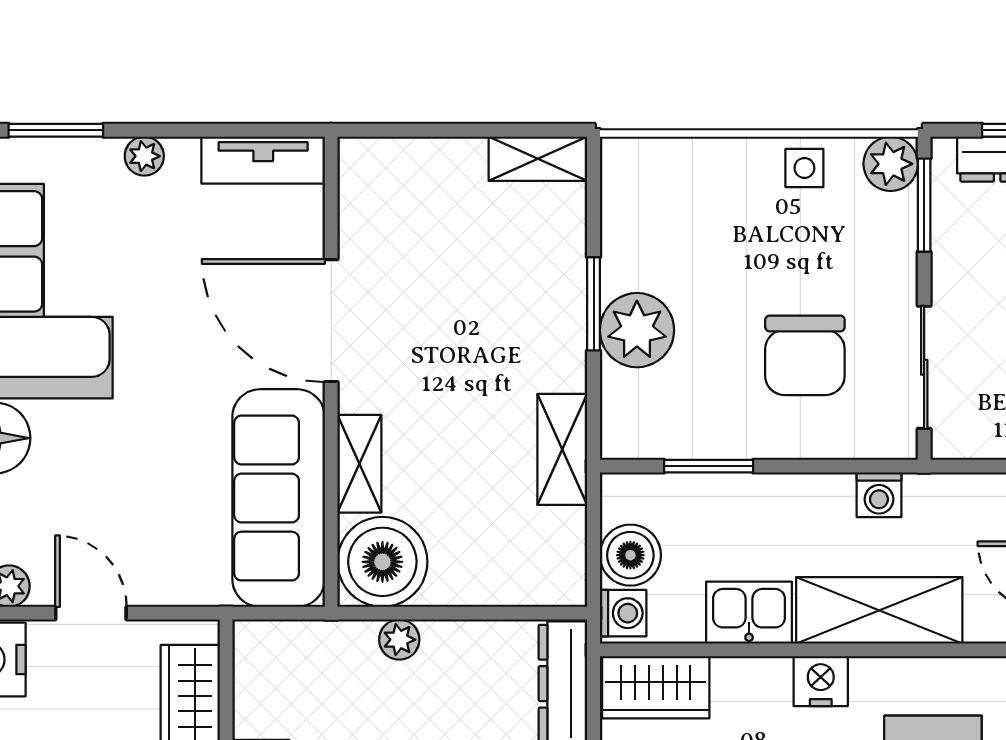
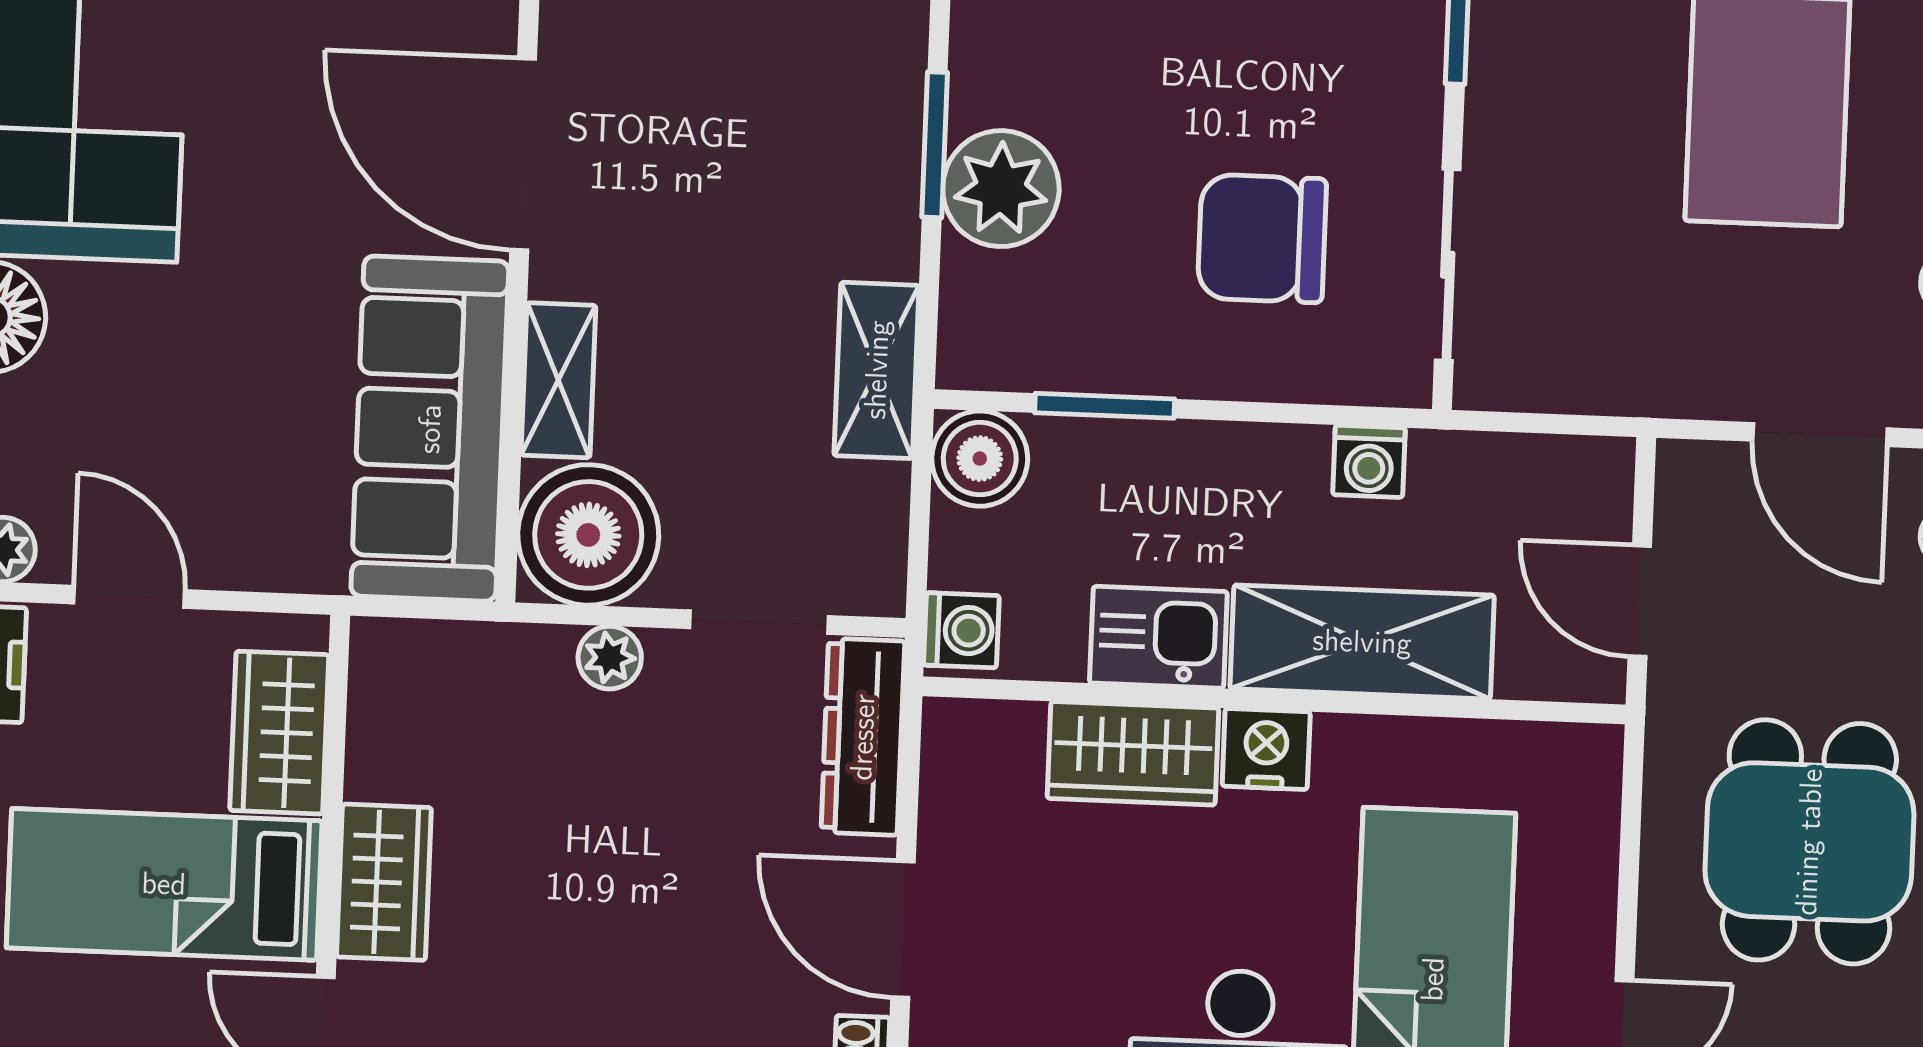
chair: (805, 355) -> (1262, 239), turned 90
boiler: (630, 555) -> (980, 459), moved
doorway: (494, 613) -> (759, 622), added
wardrobe: (656, 687) -> (1133, 753), moved

